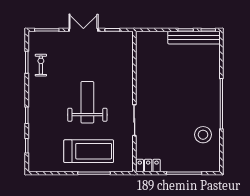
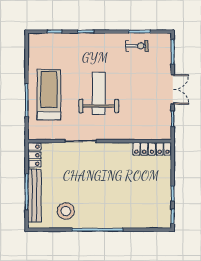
bench: (194, 38) -> (35, 196), moved
locker: (142, 50) -> (152, 149), added
weight bench: (87, 102) -> (99, 93), turned -90
treadmill: (89, 151) -> (49, 95), turned 180

